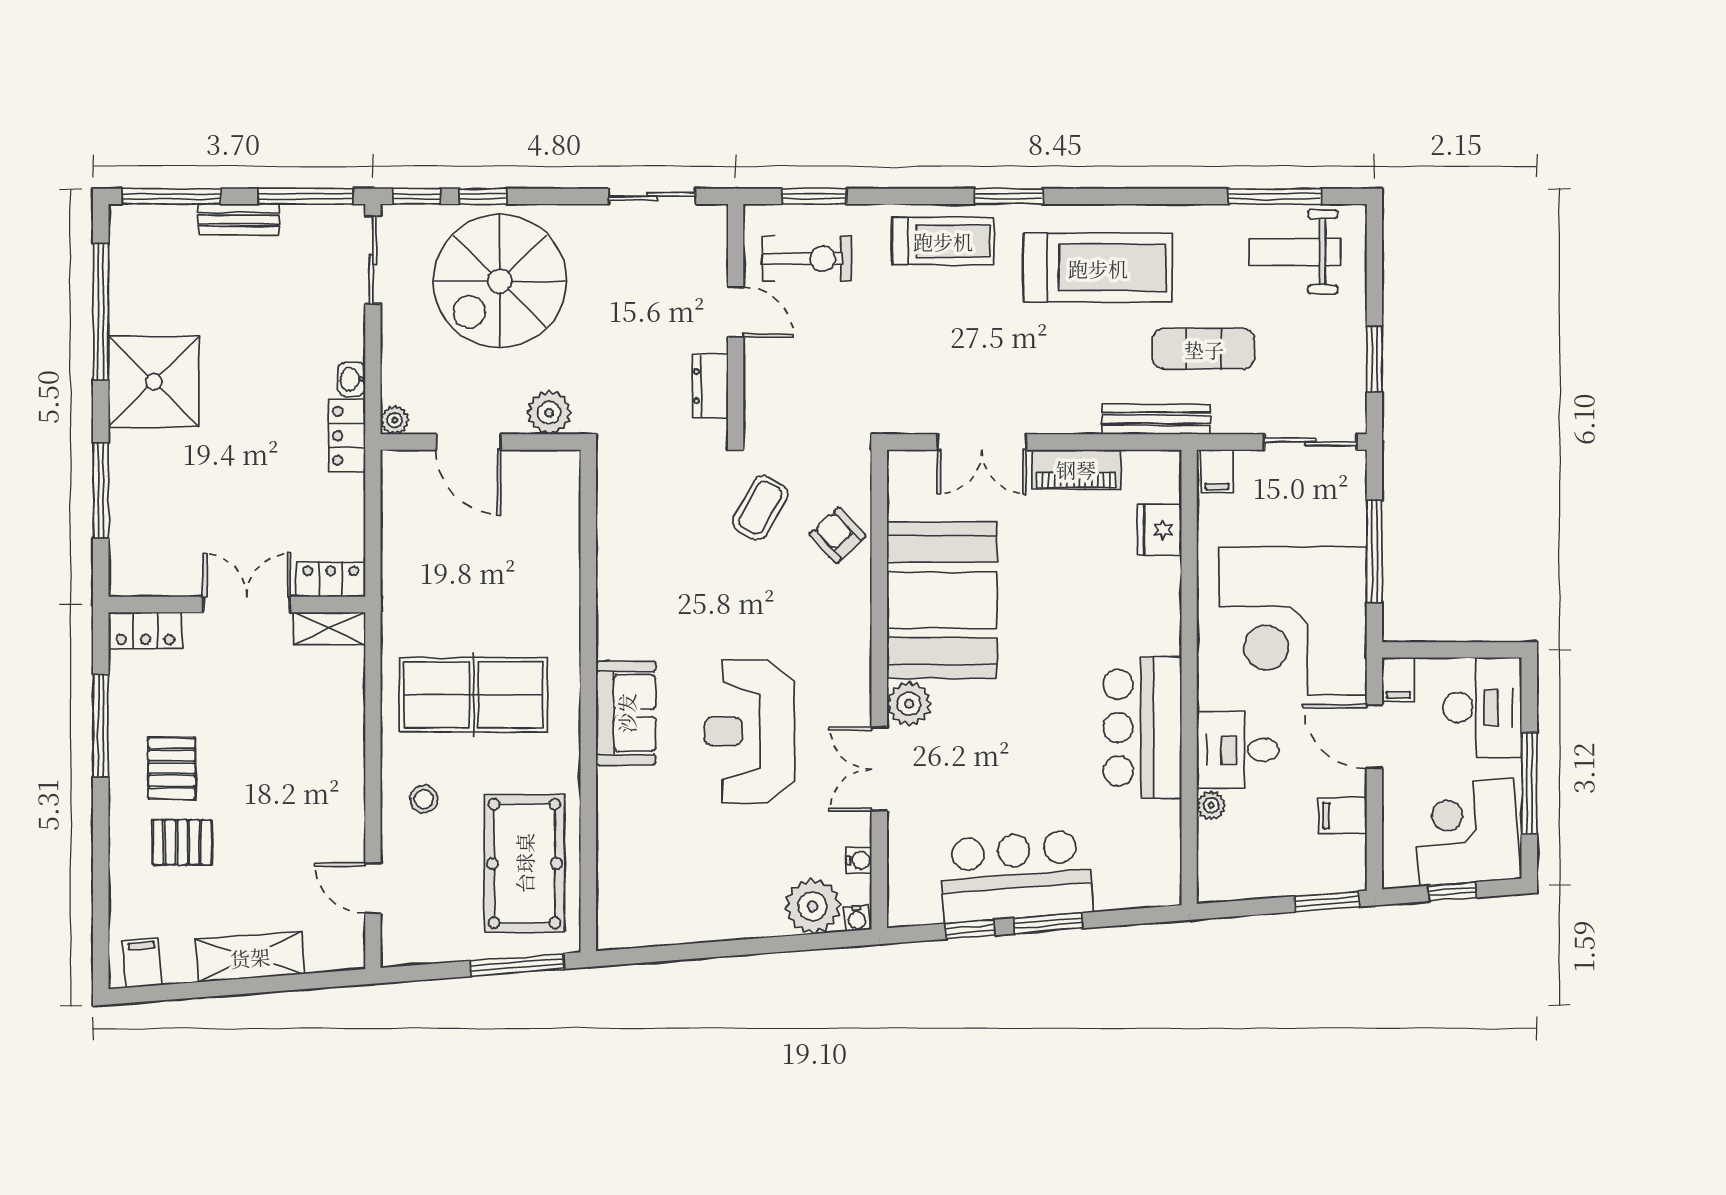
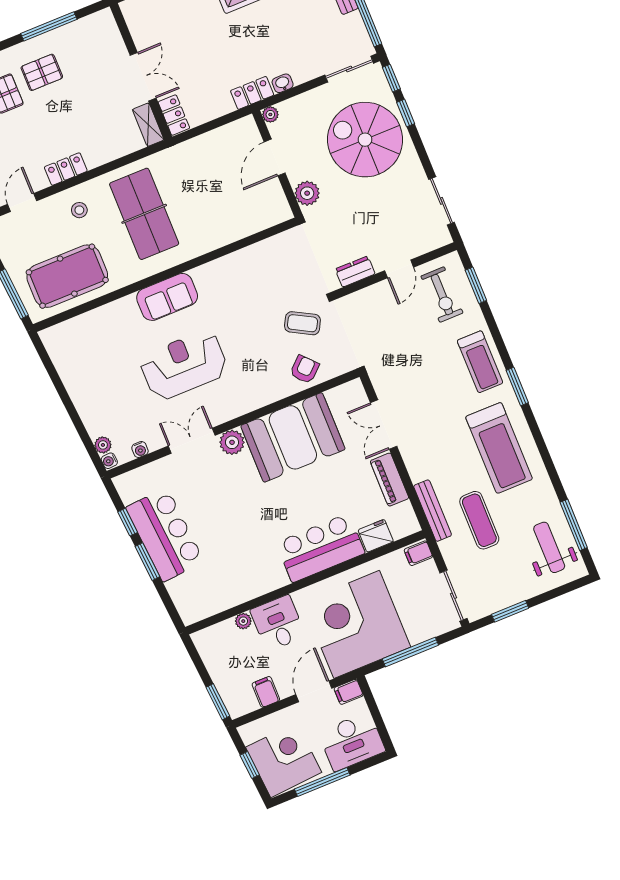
locker: (145, 630) -> (66, 169), moved, turned 90
bar counter: (1142, 728) -> (320, 548), moved
plant: (813, 906) -> (103, 445), width x0.53, depth x0.53

